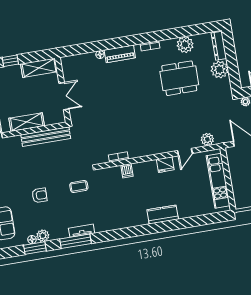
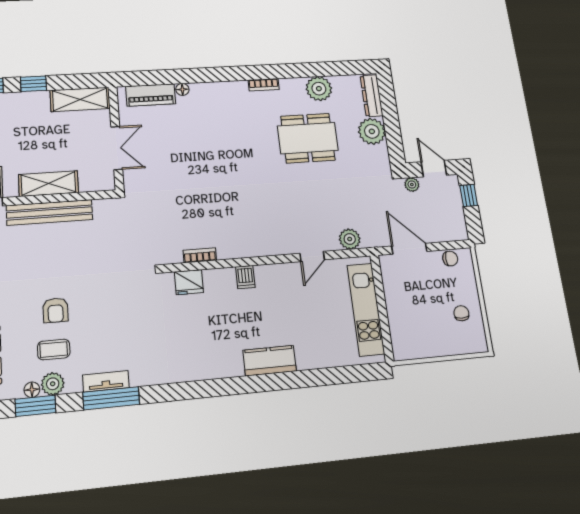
piano: (120, 54) -> (151, 95), moved
bench: (46, 137) -> (50, 212), moved
fridge: (165, 165) -> (189, 282), moved
dishwasher: (127, 171) -> (245, 277), moved
coffee table: (79, 186) -> (54, 350), moved
armchair: (40, 195) -> (56, 310), turned 90
tv unit: (82, 231) -> (106, 381), moved

